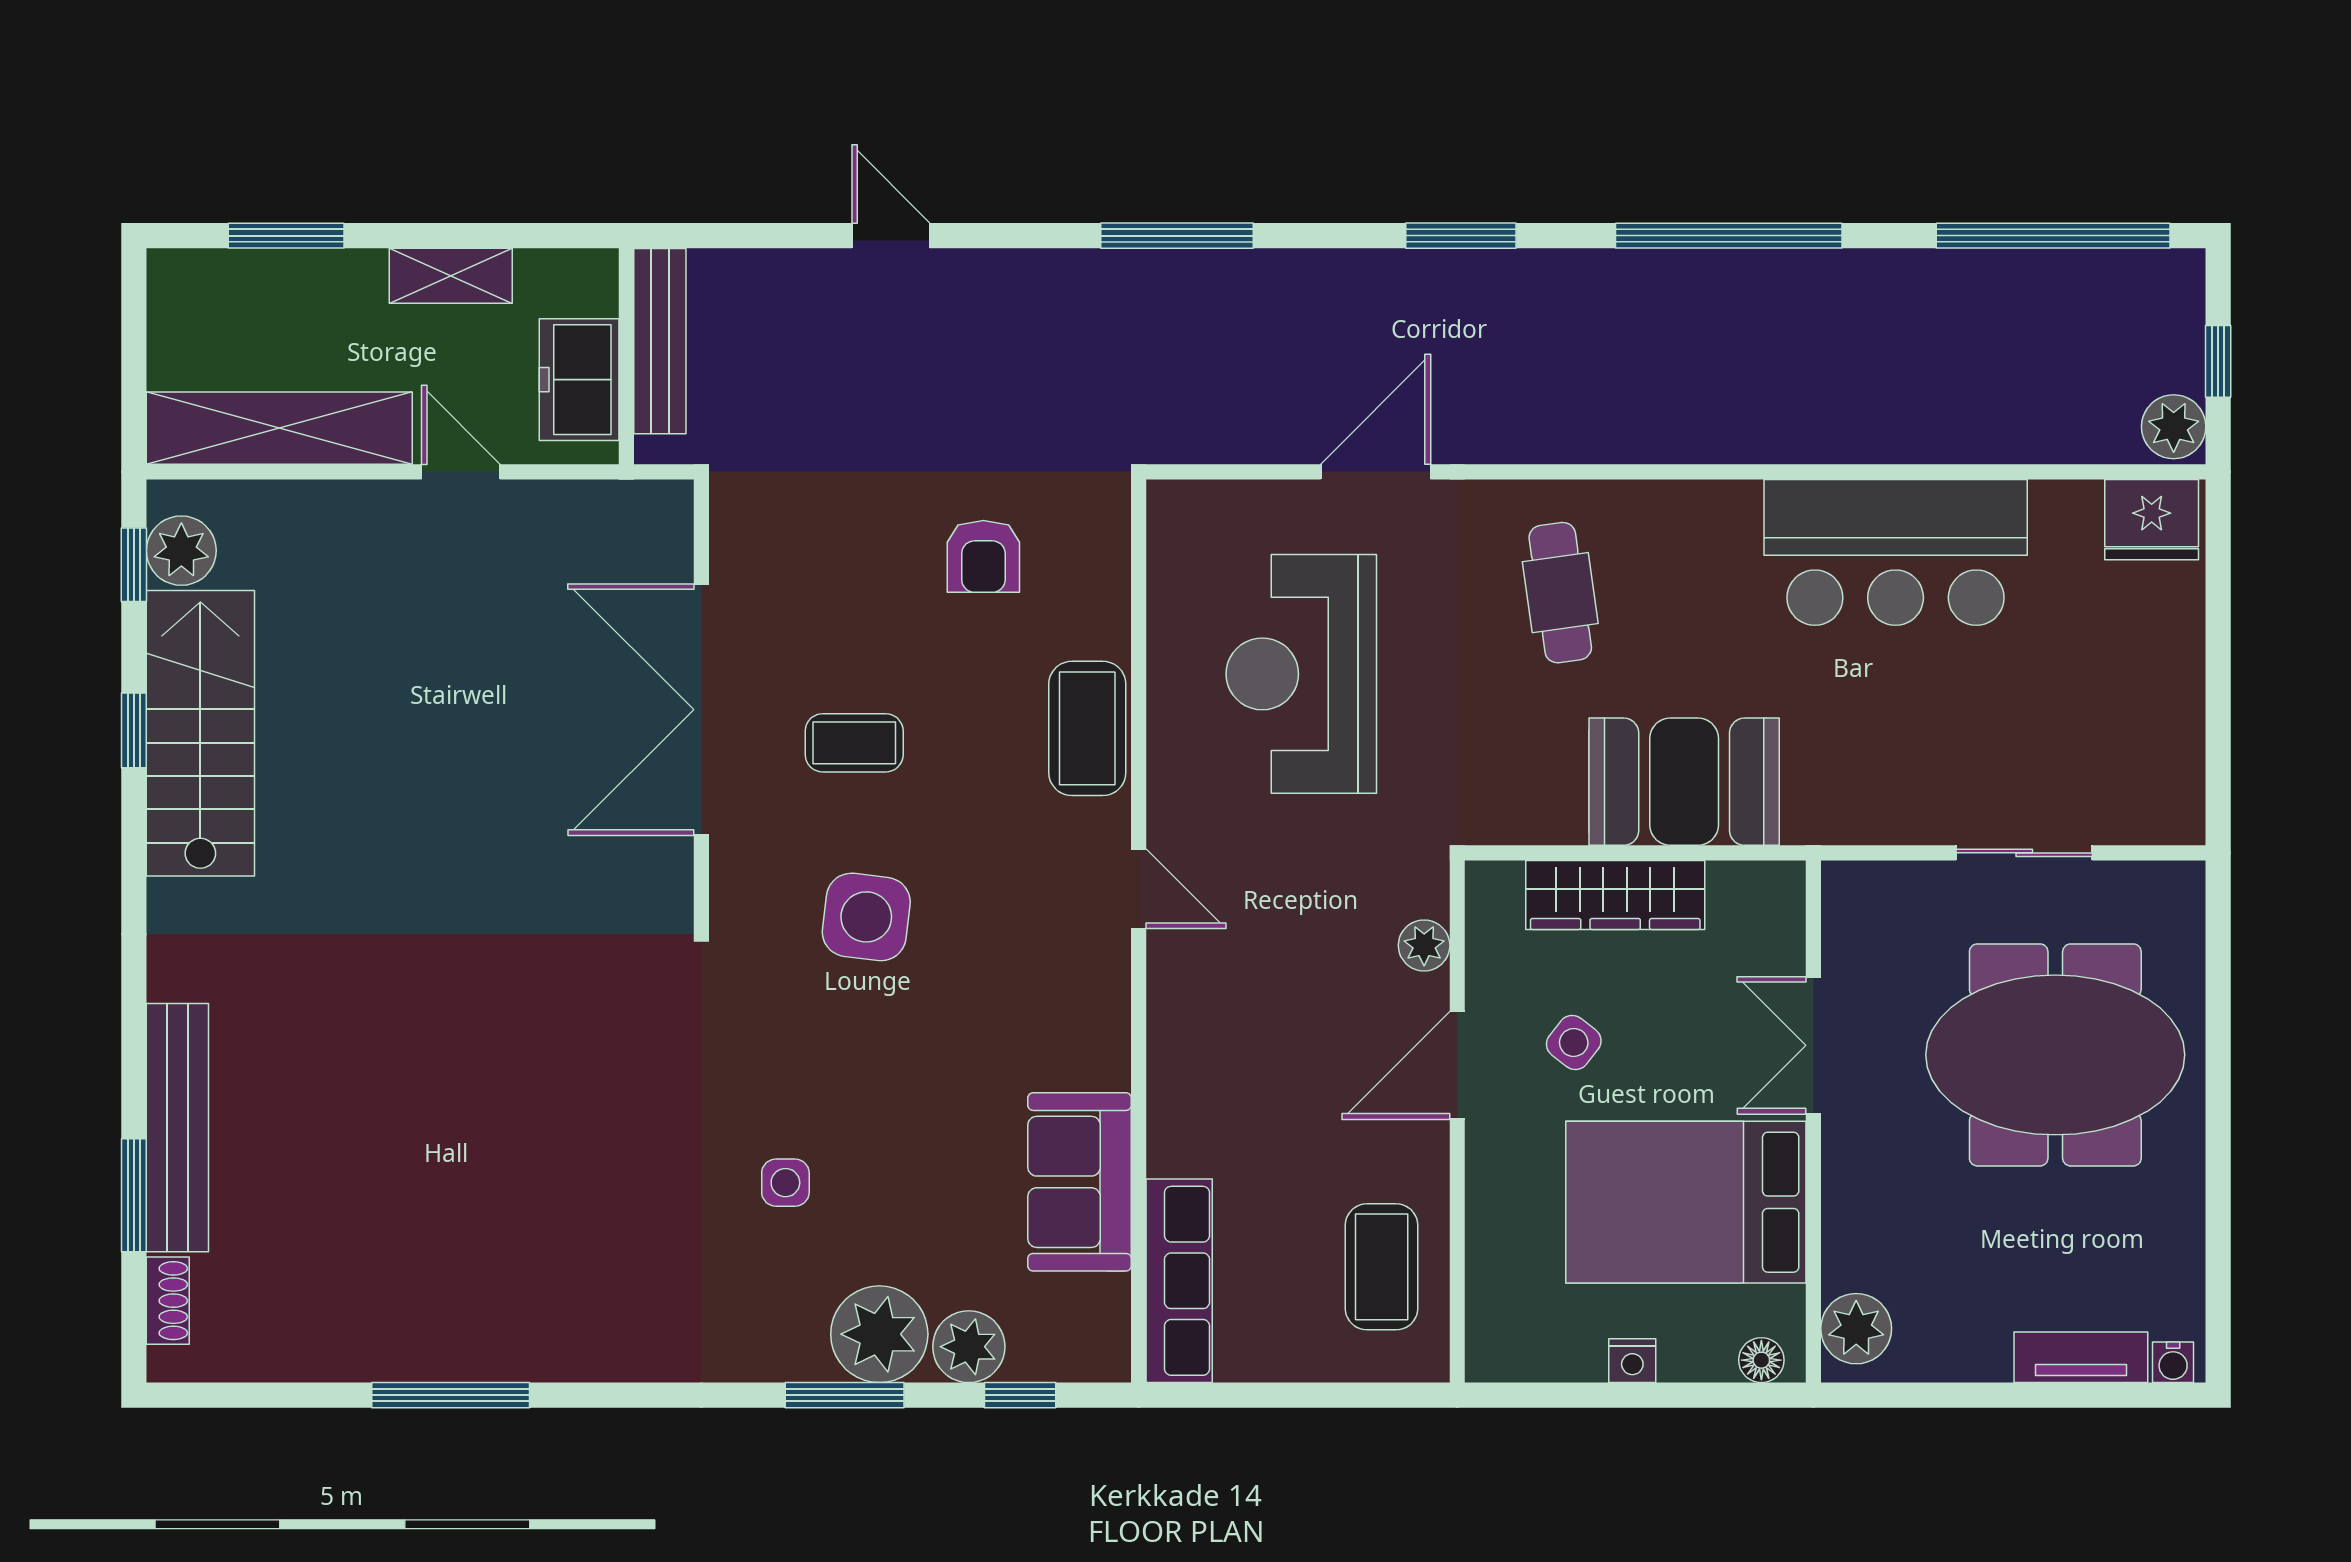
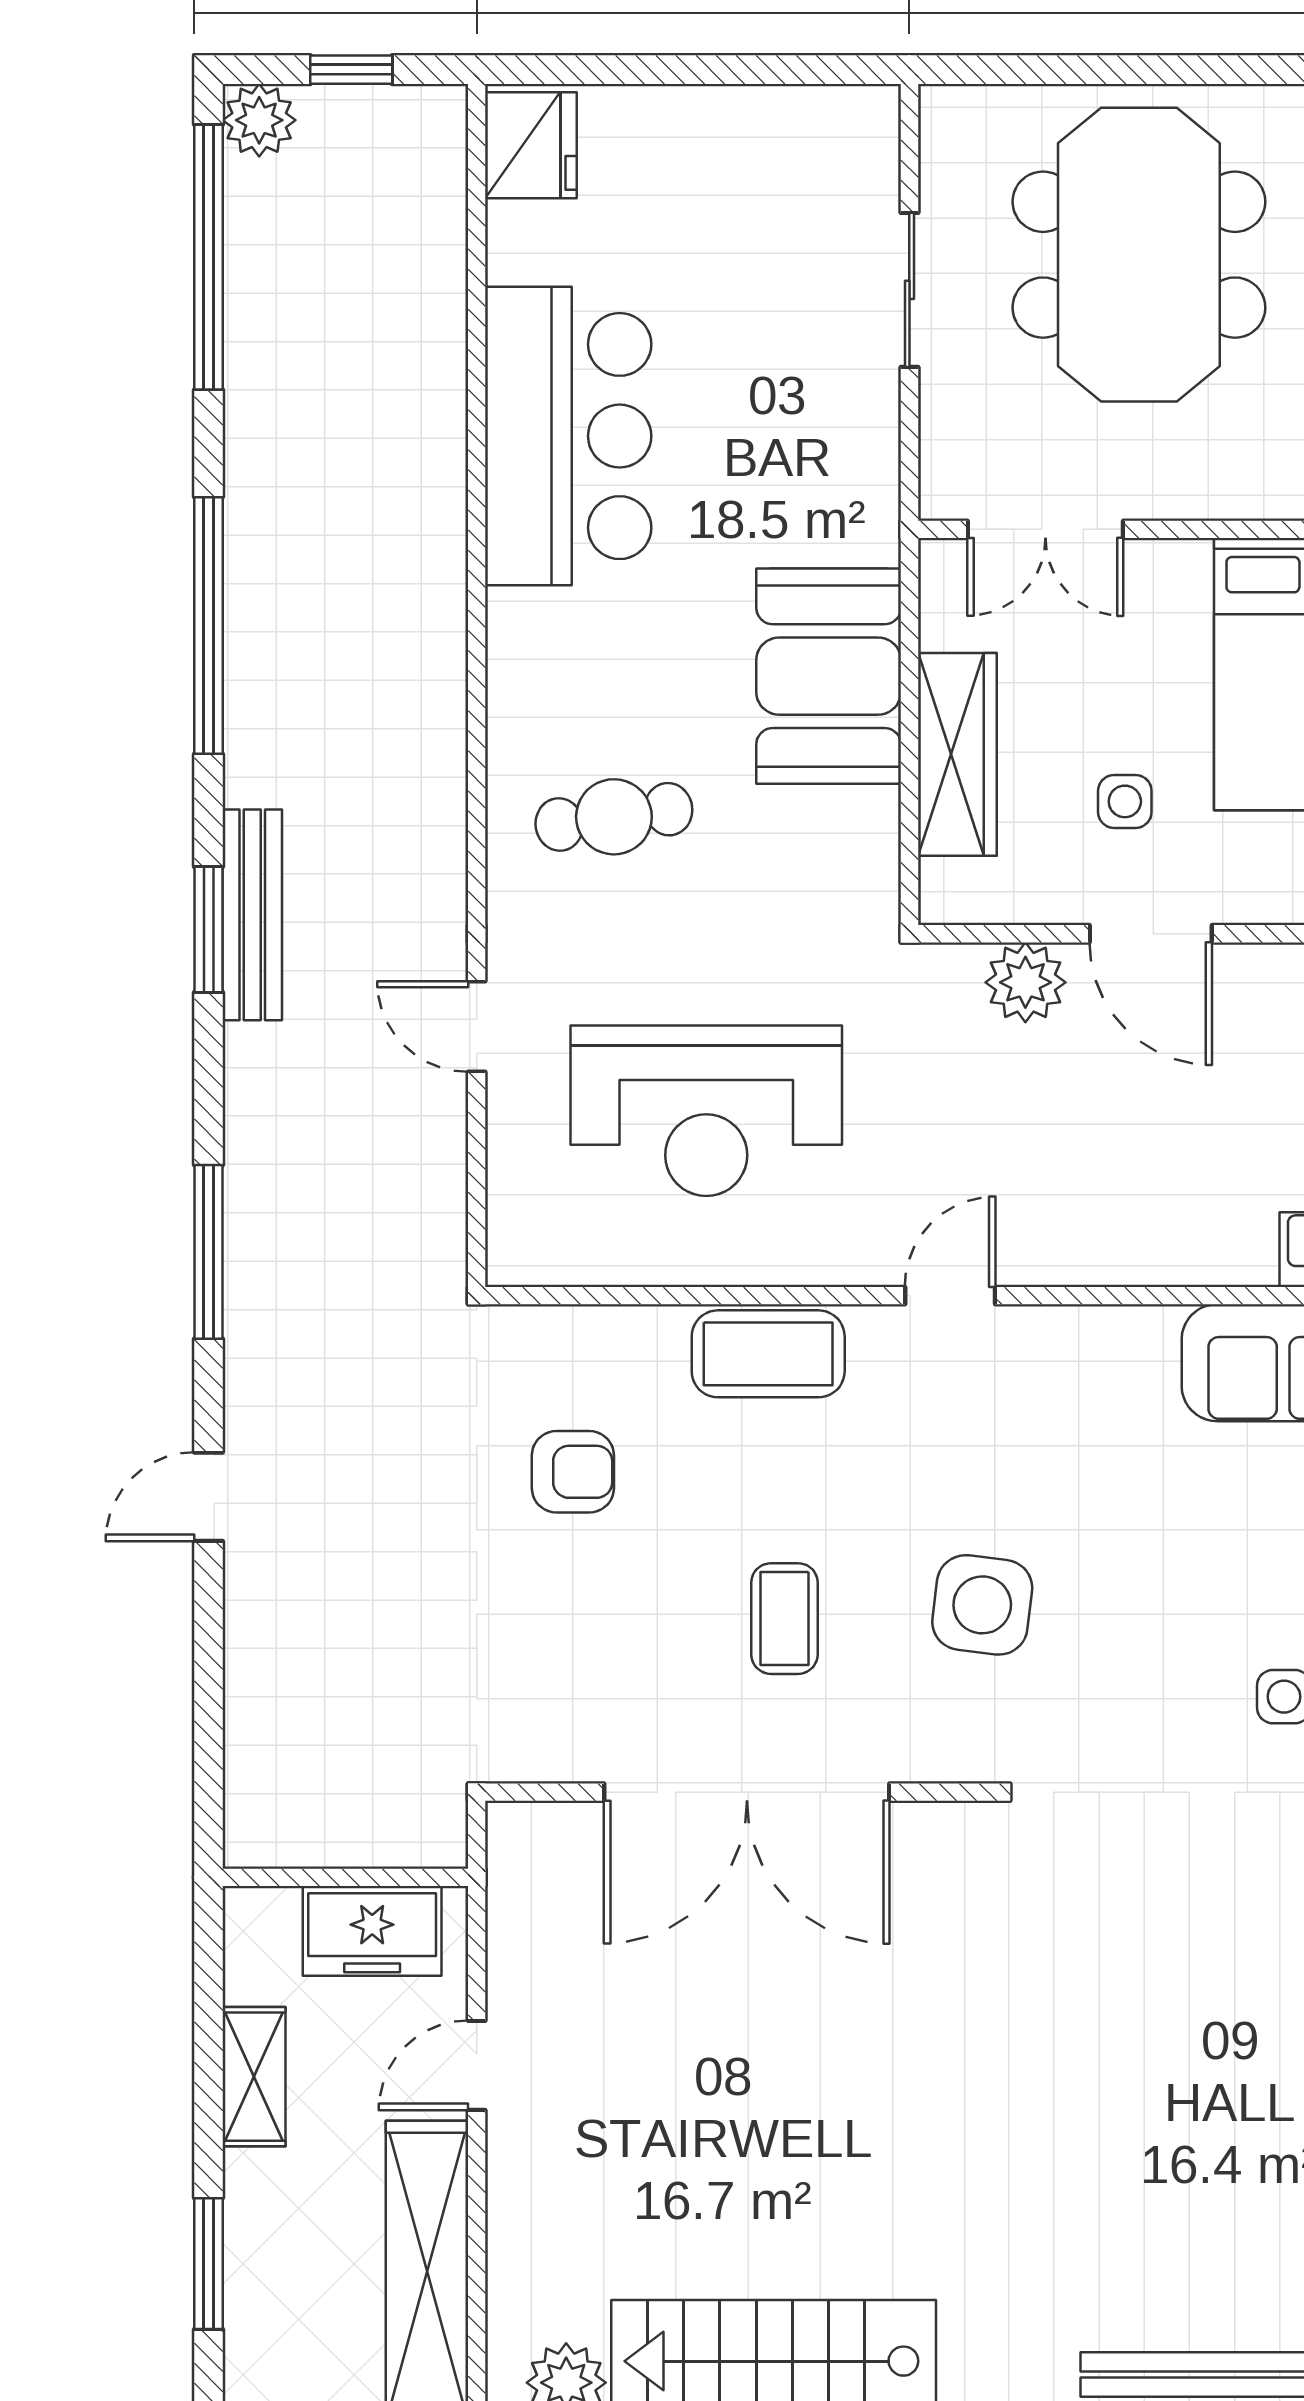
door: (891, 236) -> (209, 1497), moved
bench: (660, 341) -> (252, 915), moved, turned 90
plant: (2174, 427) -> (259, 120), moved
door: (1376, 472) -> (477, 1026), width x0.73
plant: (1424, 945) -> (1025, 982), width x1.38, depth x1.38
side table: (1574, 1042) -> (1125, 801), turned -38
double door: (1813, 1045) -> (1045, 529), moved

